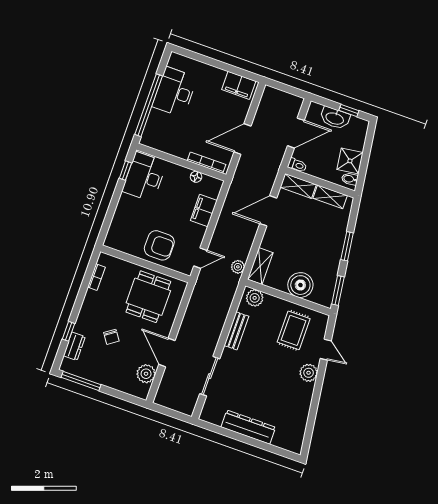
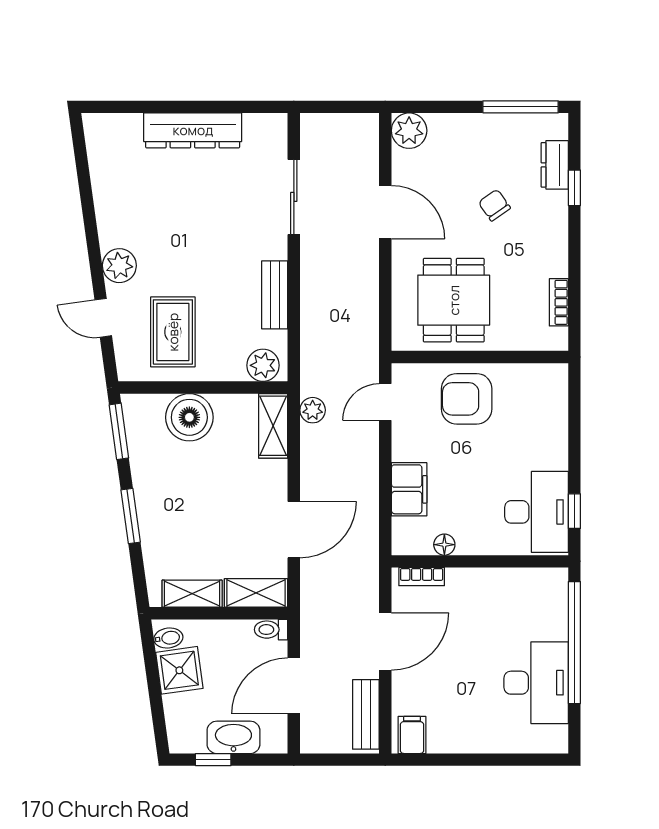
filing cabinet: (239, 85) -> (412, 735), width x0.50
bench: (265, 106) -> (366, 714), added
bookcase: (207, 163) -> (422, 577), width x0.64
plant: (146, 374) -> (409, 131), moved

